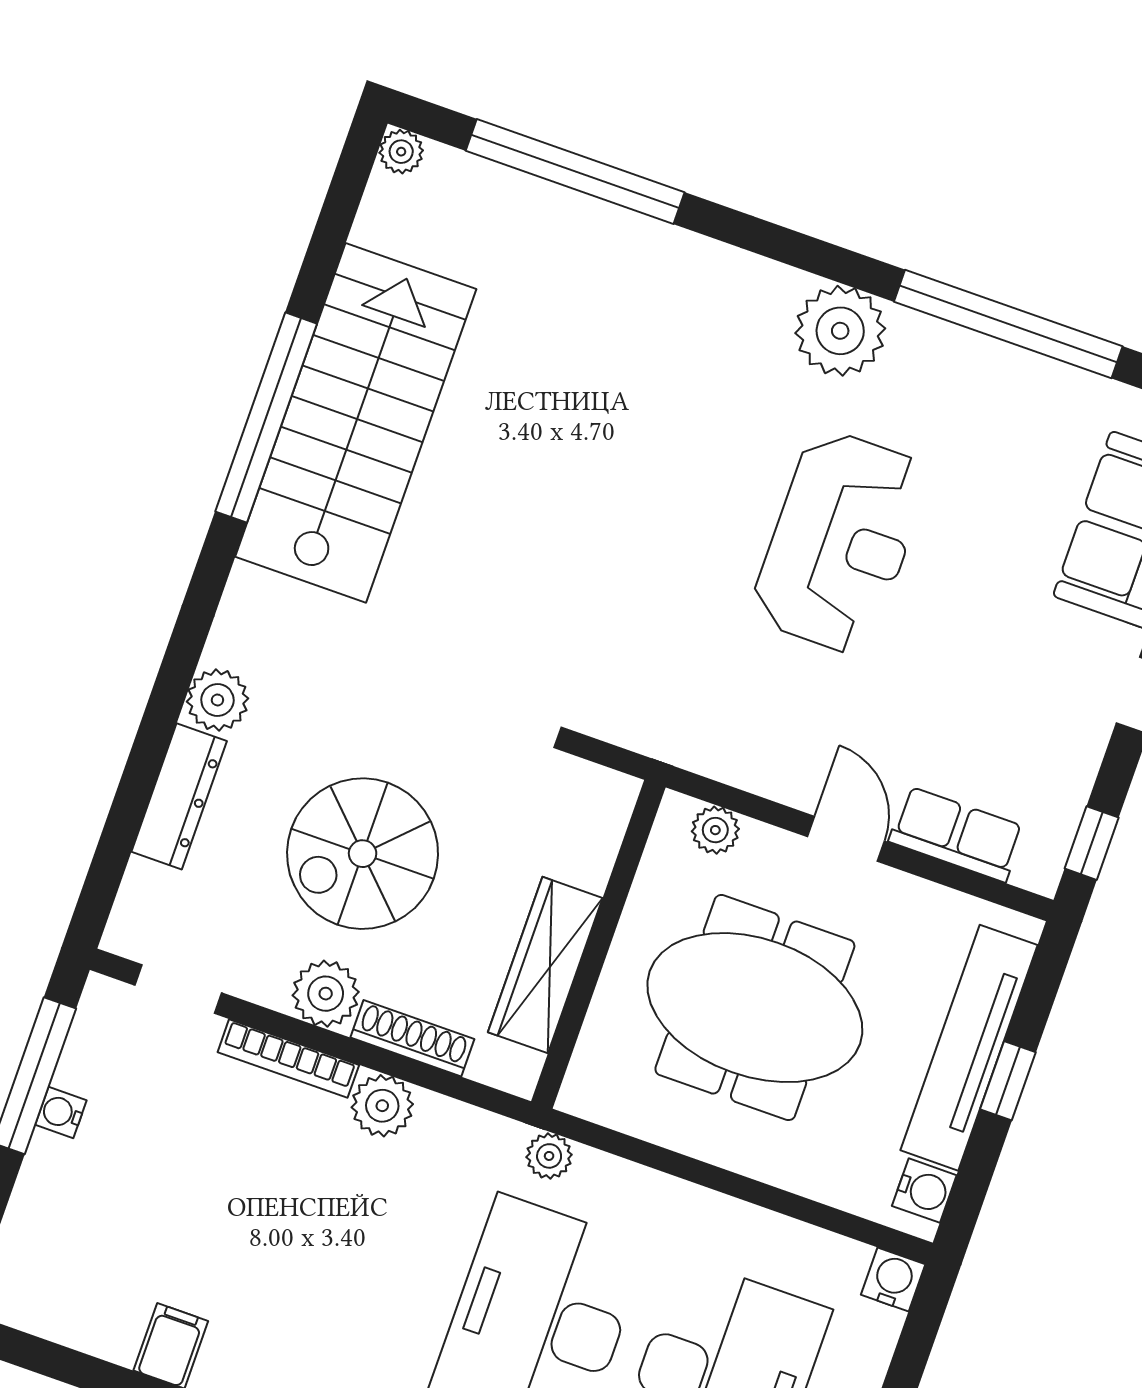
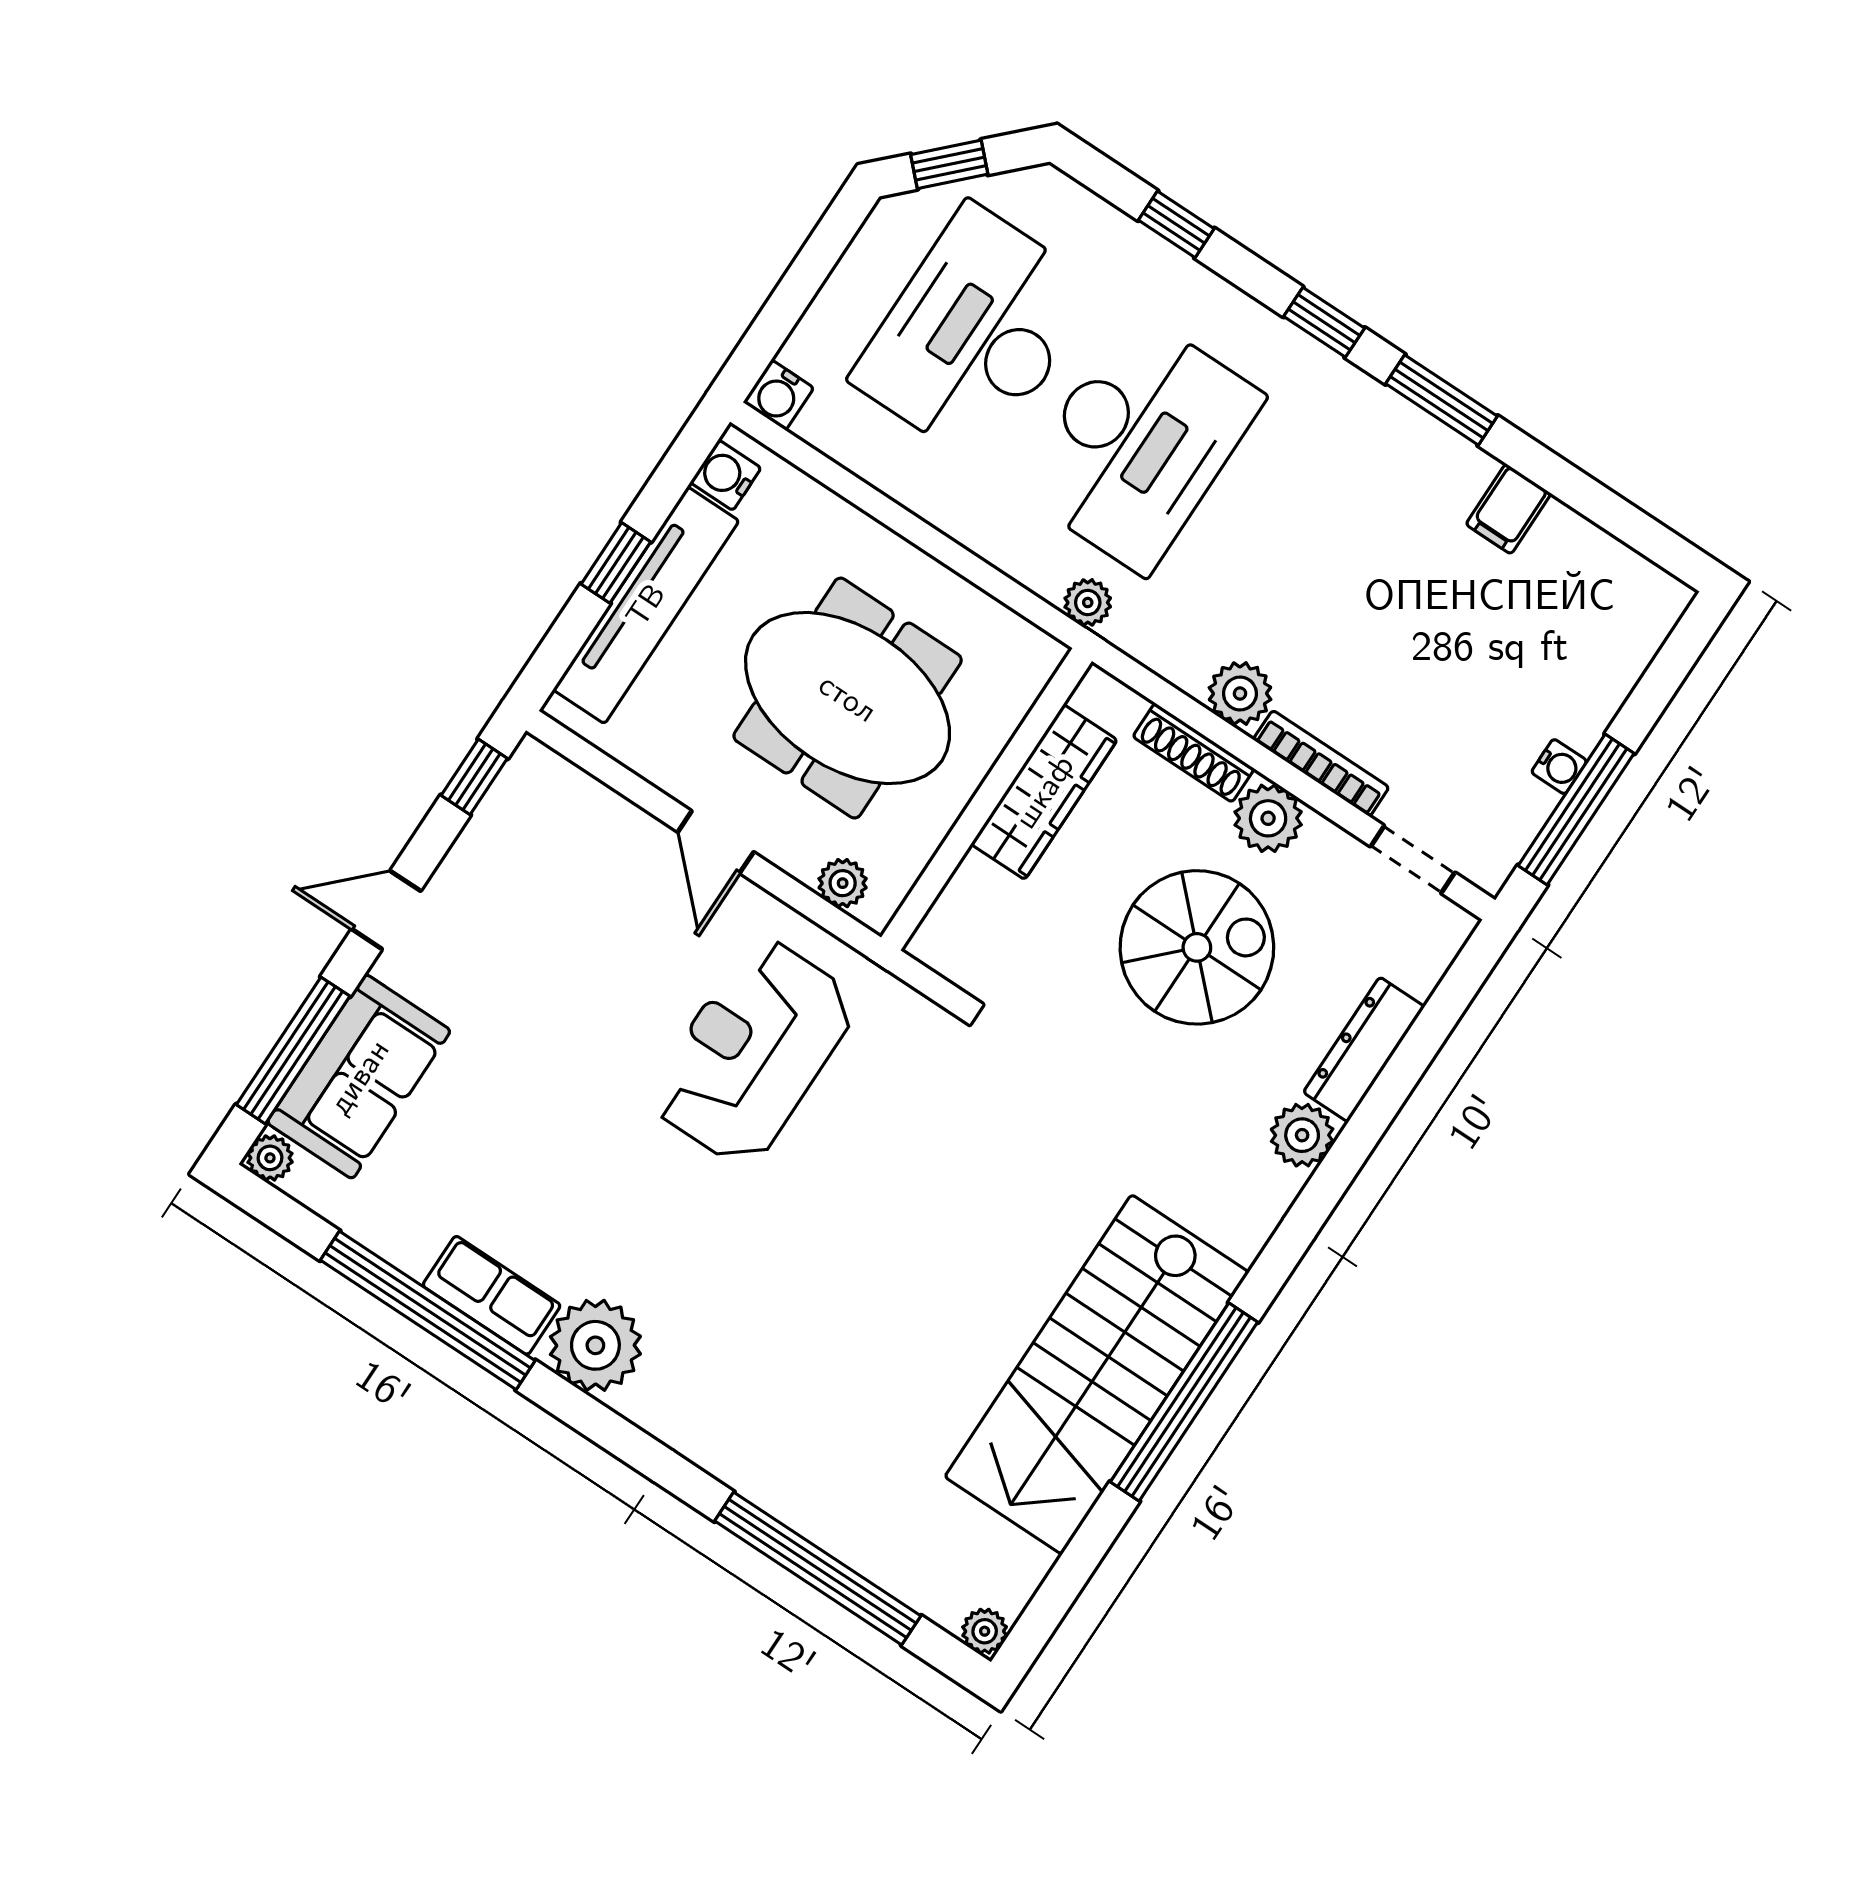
reception desk: (840, 542) -> (753, 1052), moved
row of seats: (957, 834) -> (492, 1295), moved, turned 180

